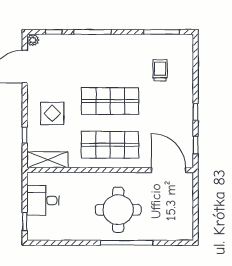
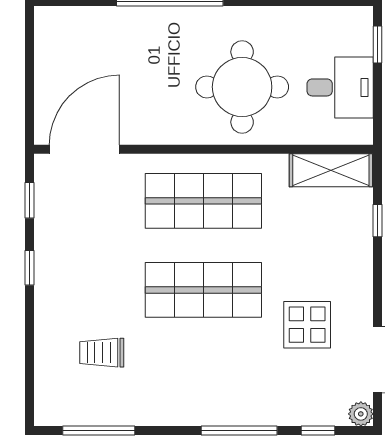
trolley: (160, 70) -> (102, 353), turned 90
display table: (52, 113) -> (307, 325), moved
door: (169, 170) -> (84, 149), swing flipped
round table: (118, 210) -> (242, 87), moved

